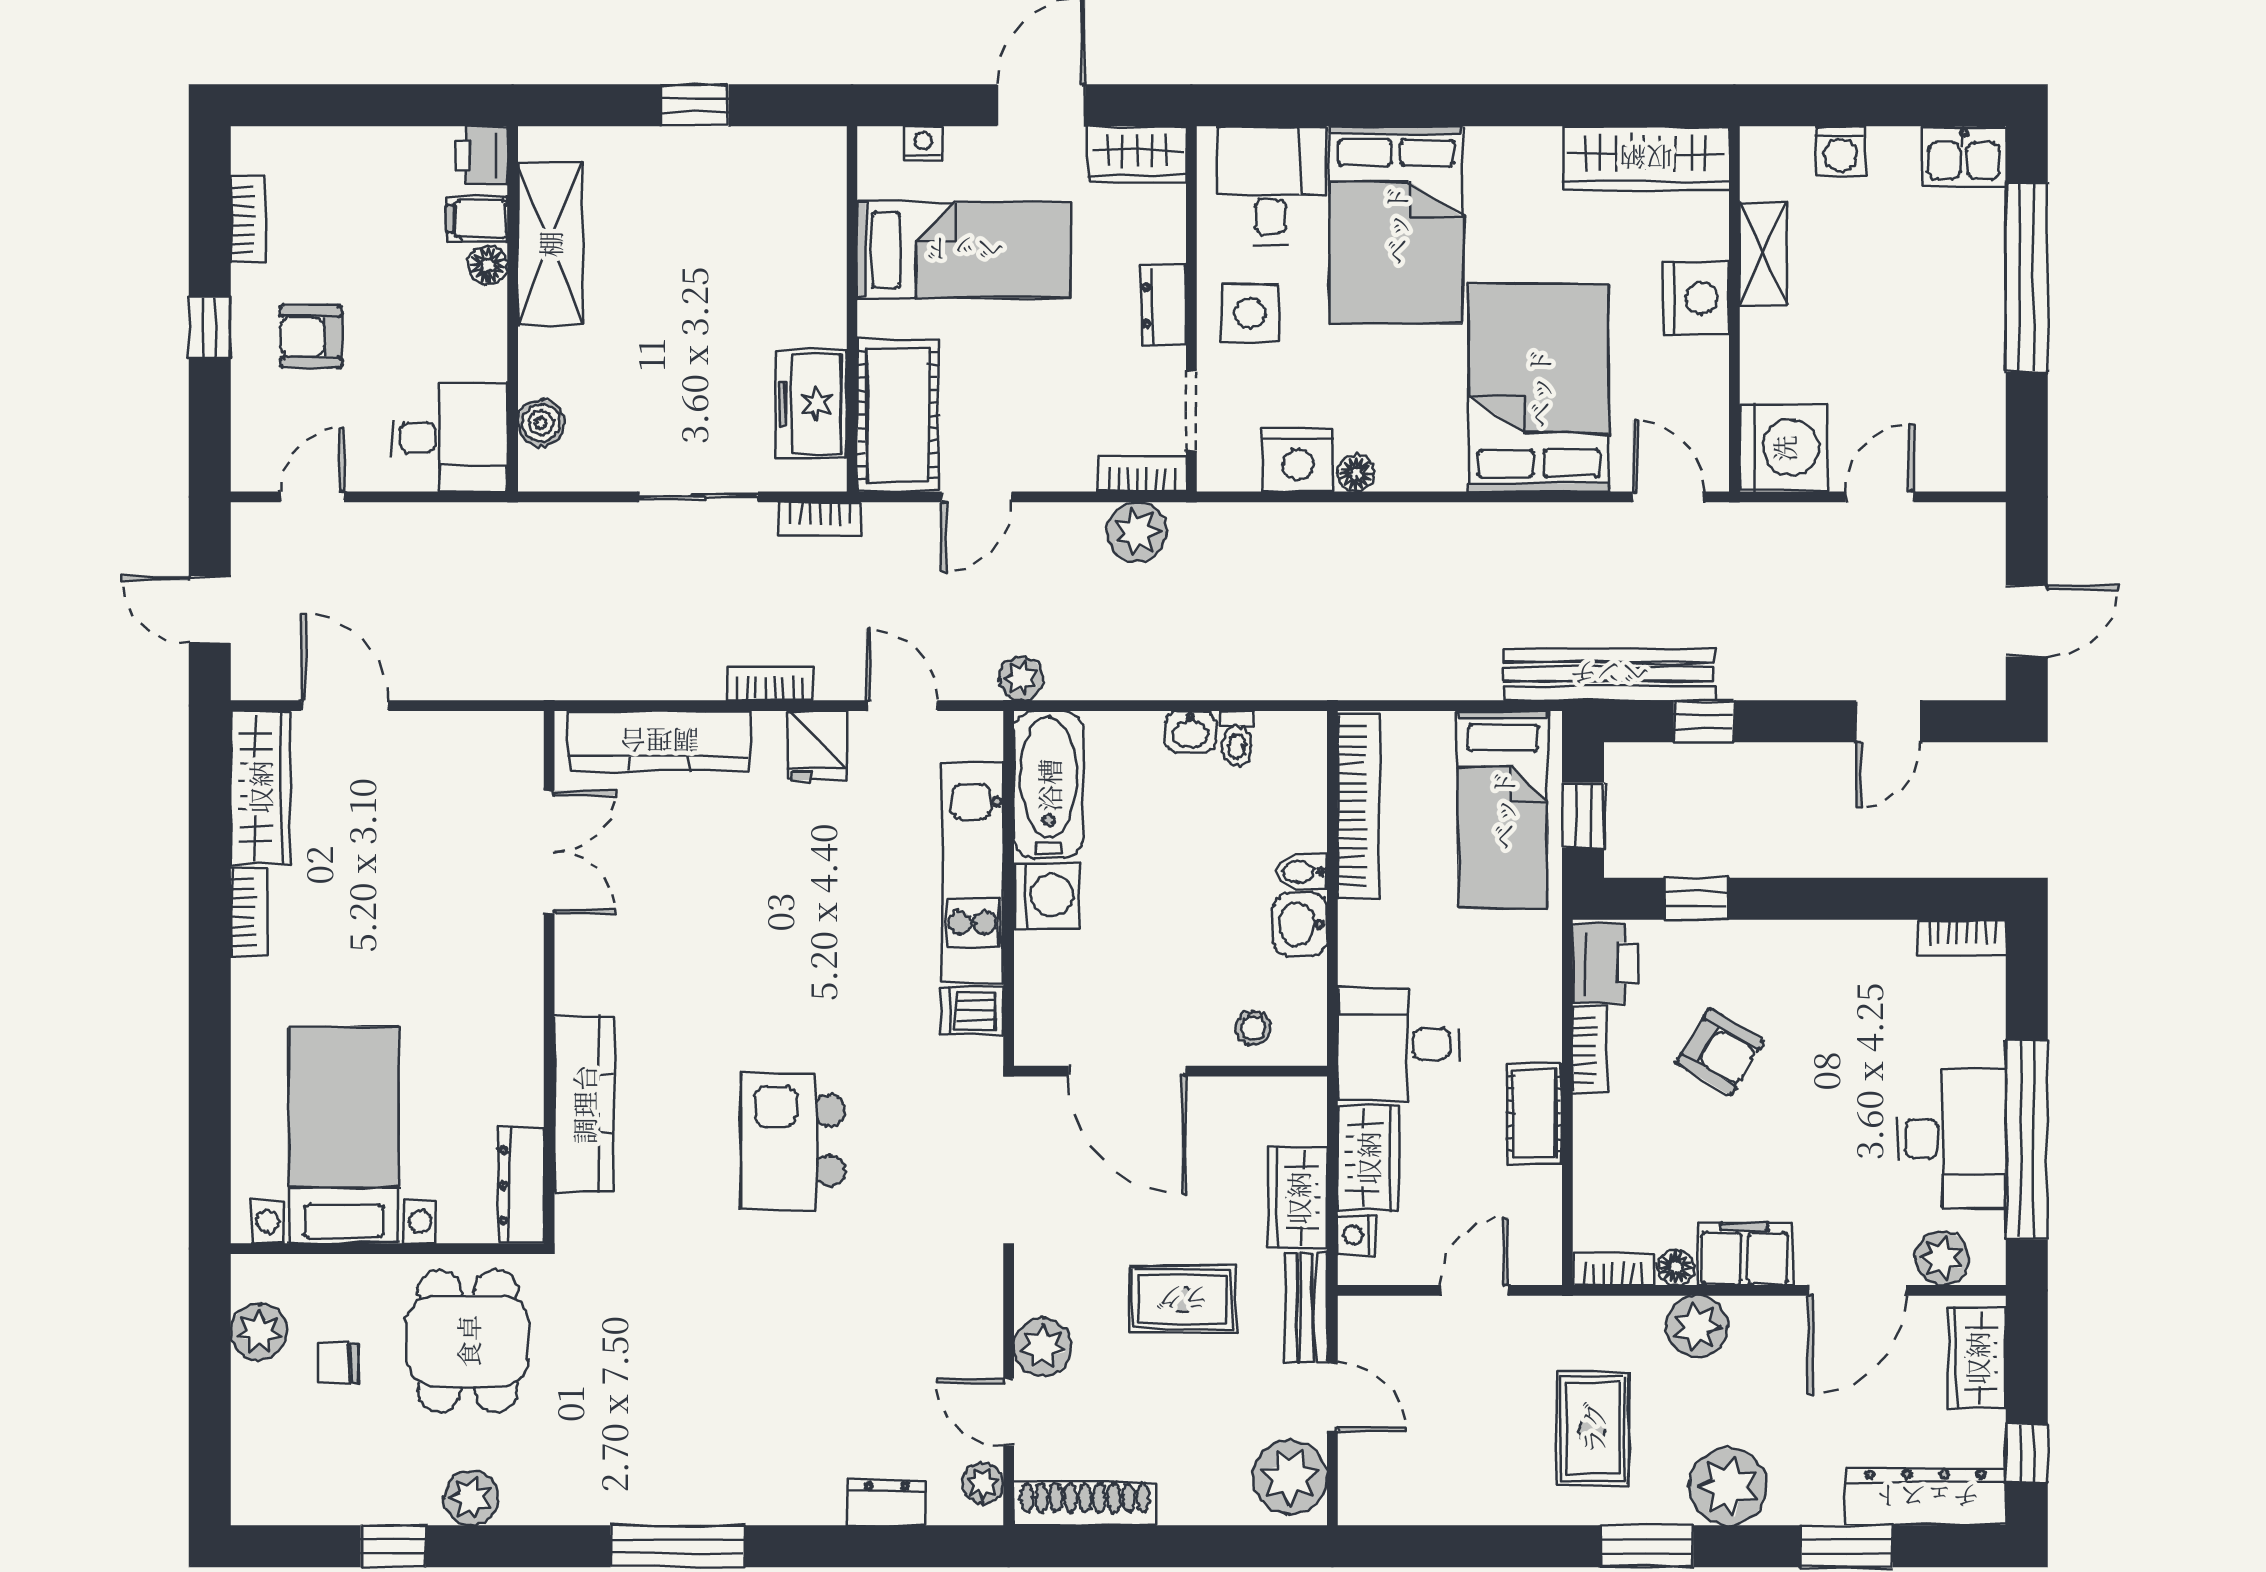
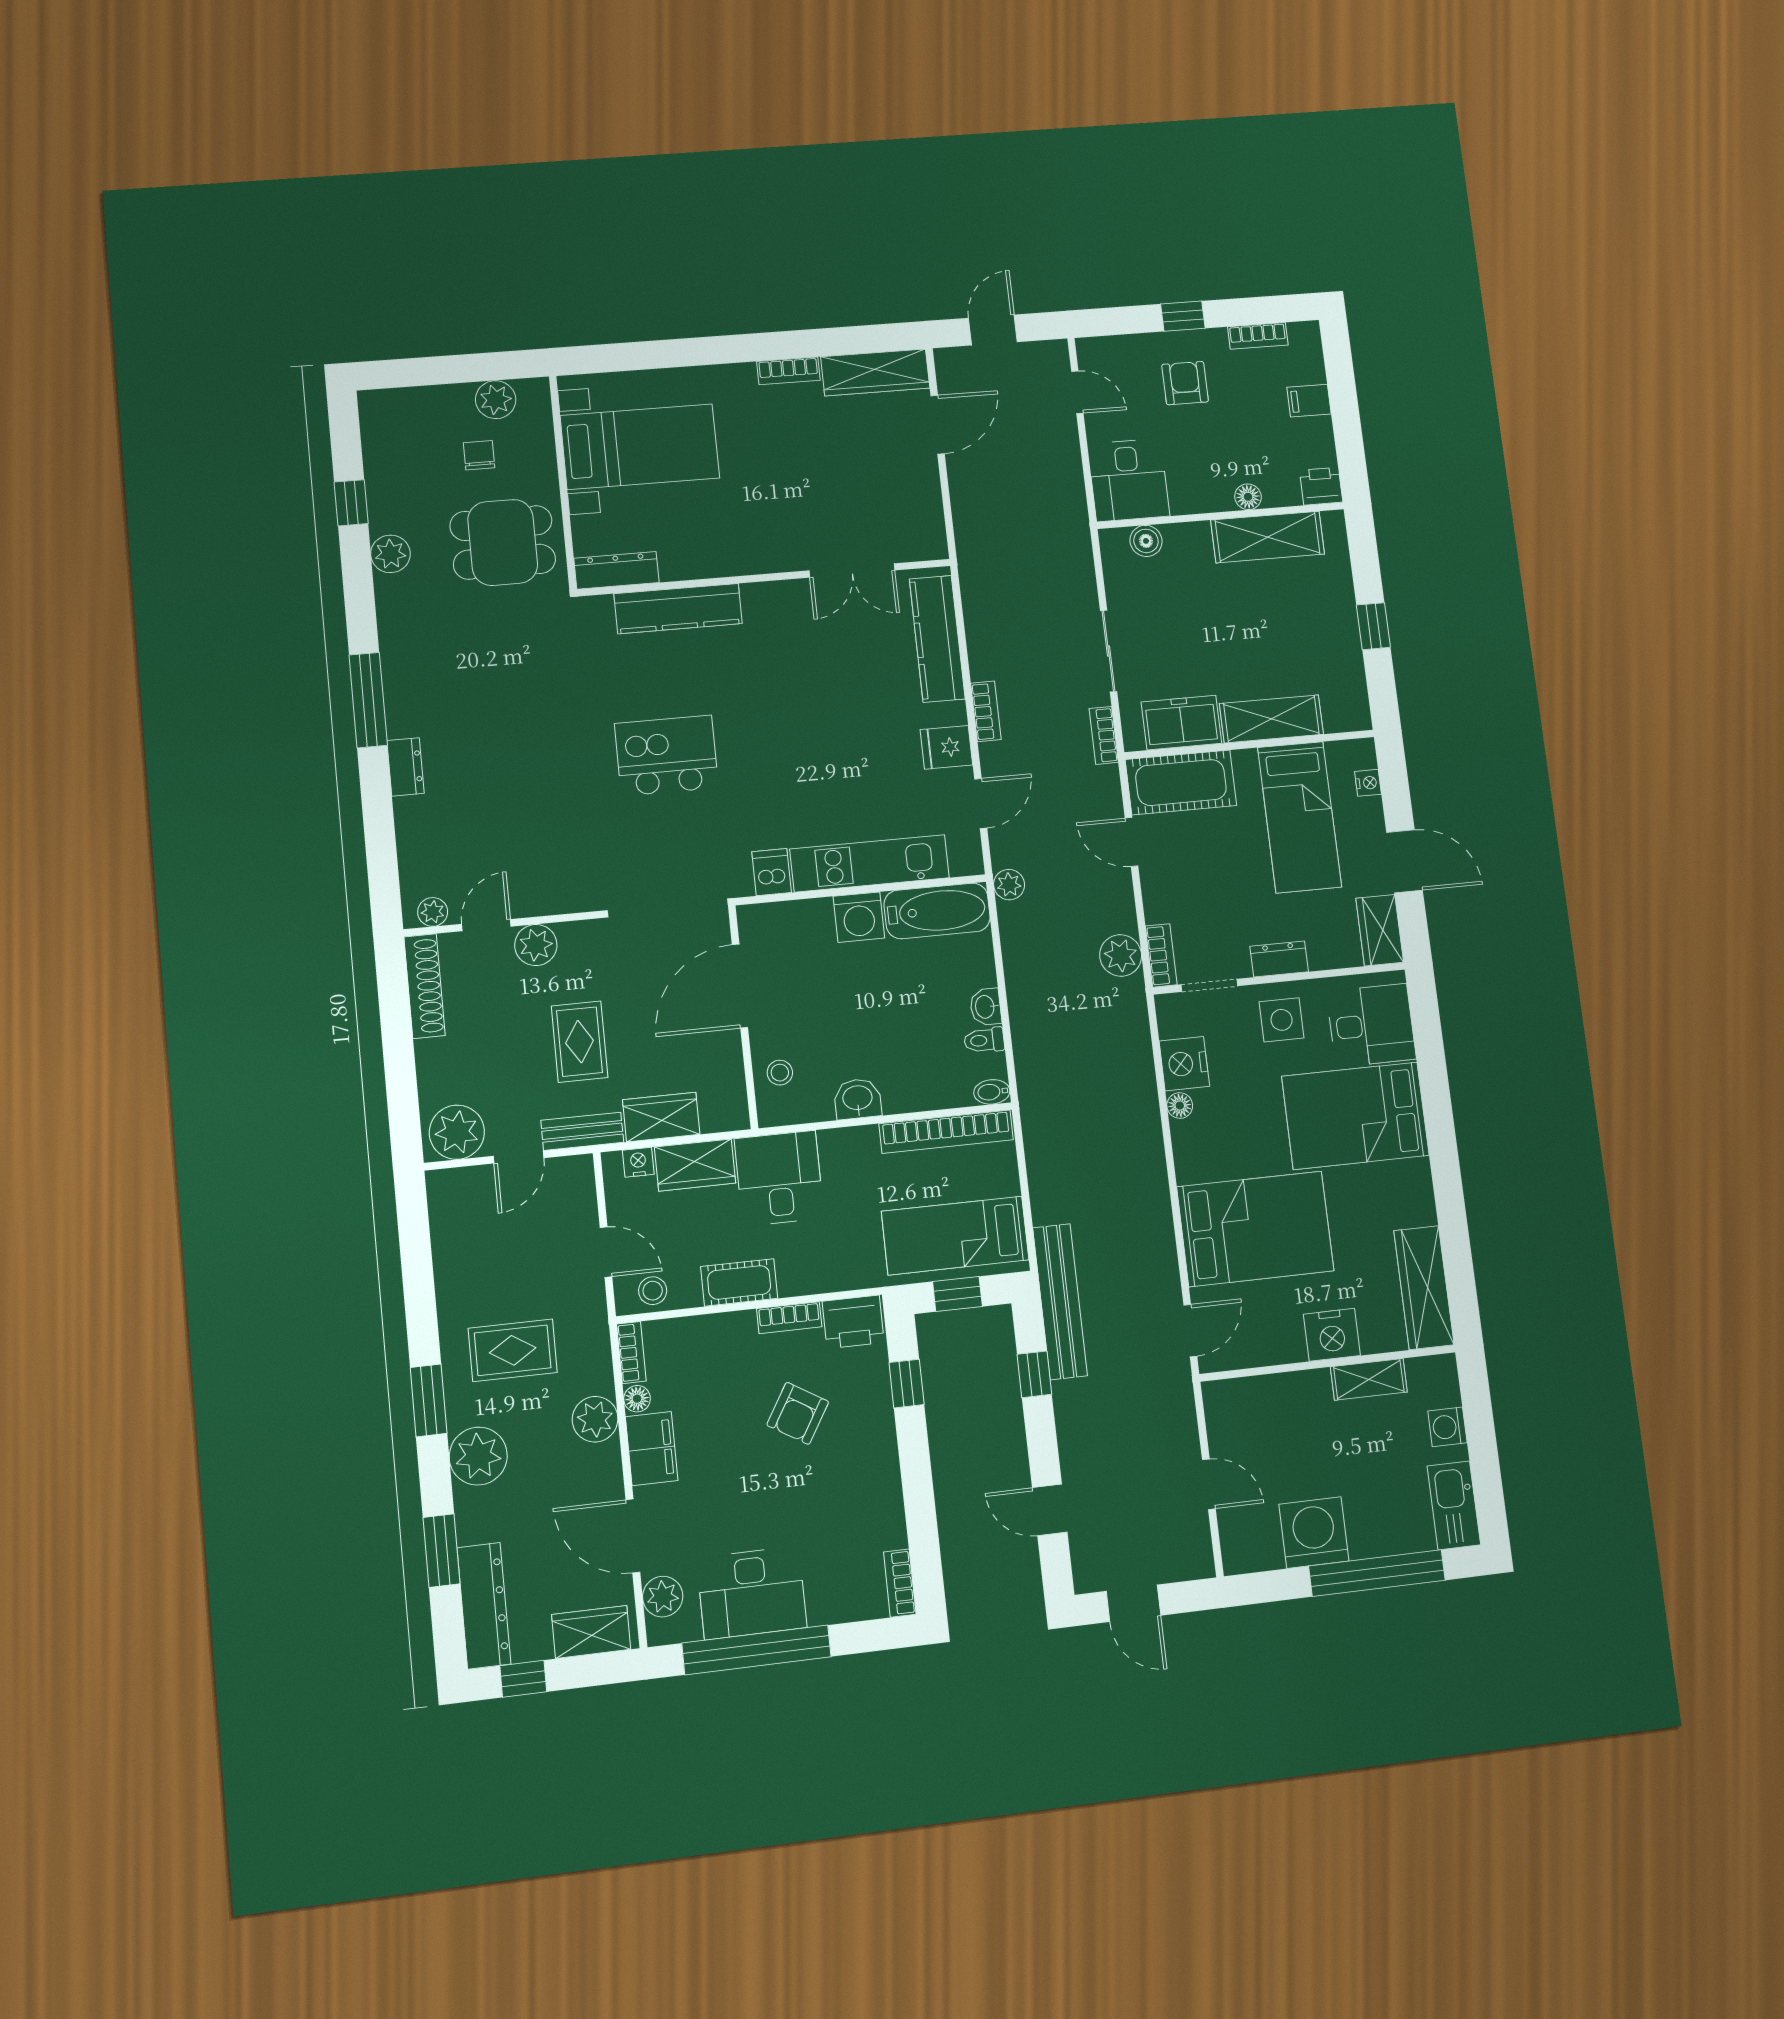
kitchen sink: (1964, 157) -> (1454, 1505), width x1.38
filing cabinet: (477, 219) -> (1309, 401), moved, turned -90
shelving: (818, 272) -> (1271, 719), added
washing machine: (1784, 448) -> (1314, 1533), moved, turned 180
bidet: (1302, 871) -> (992, 1092), moved, turned -90
stool: (1533, 1232) -> (653, 1291), added
dresser: (887, 1503) -> (406, 767), moved

